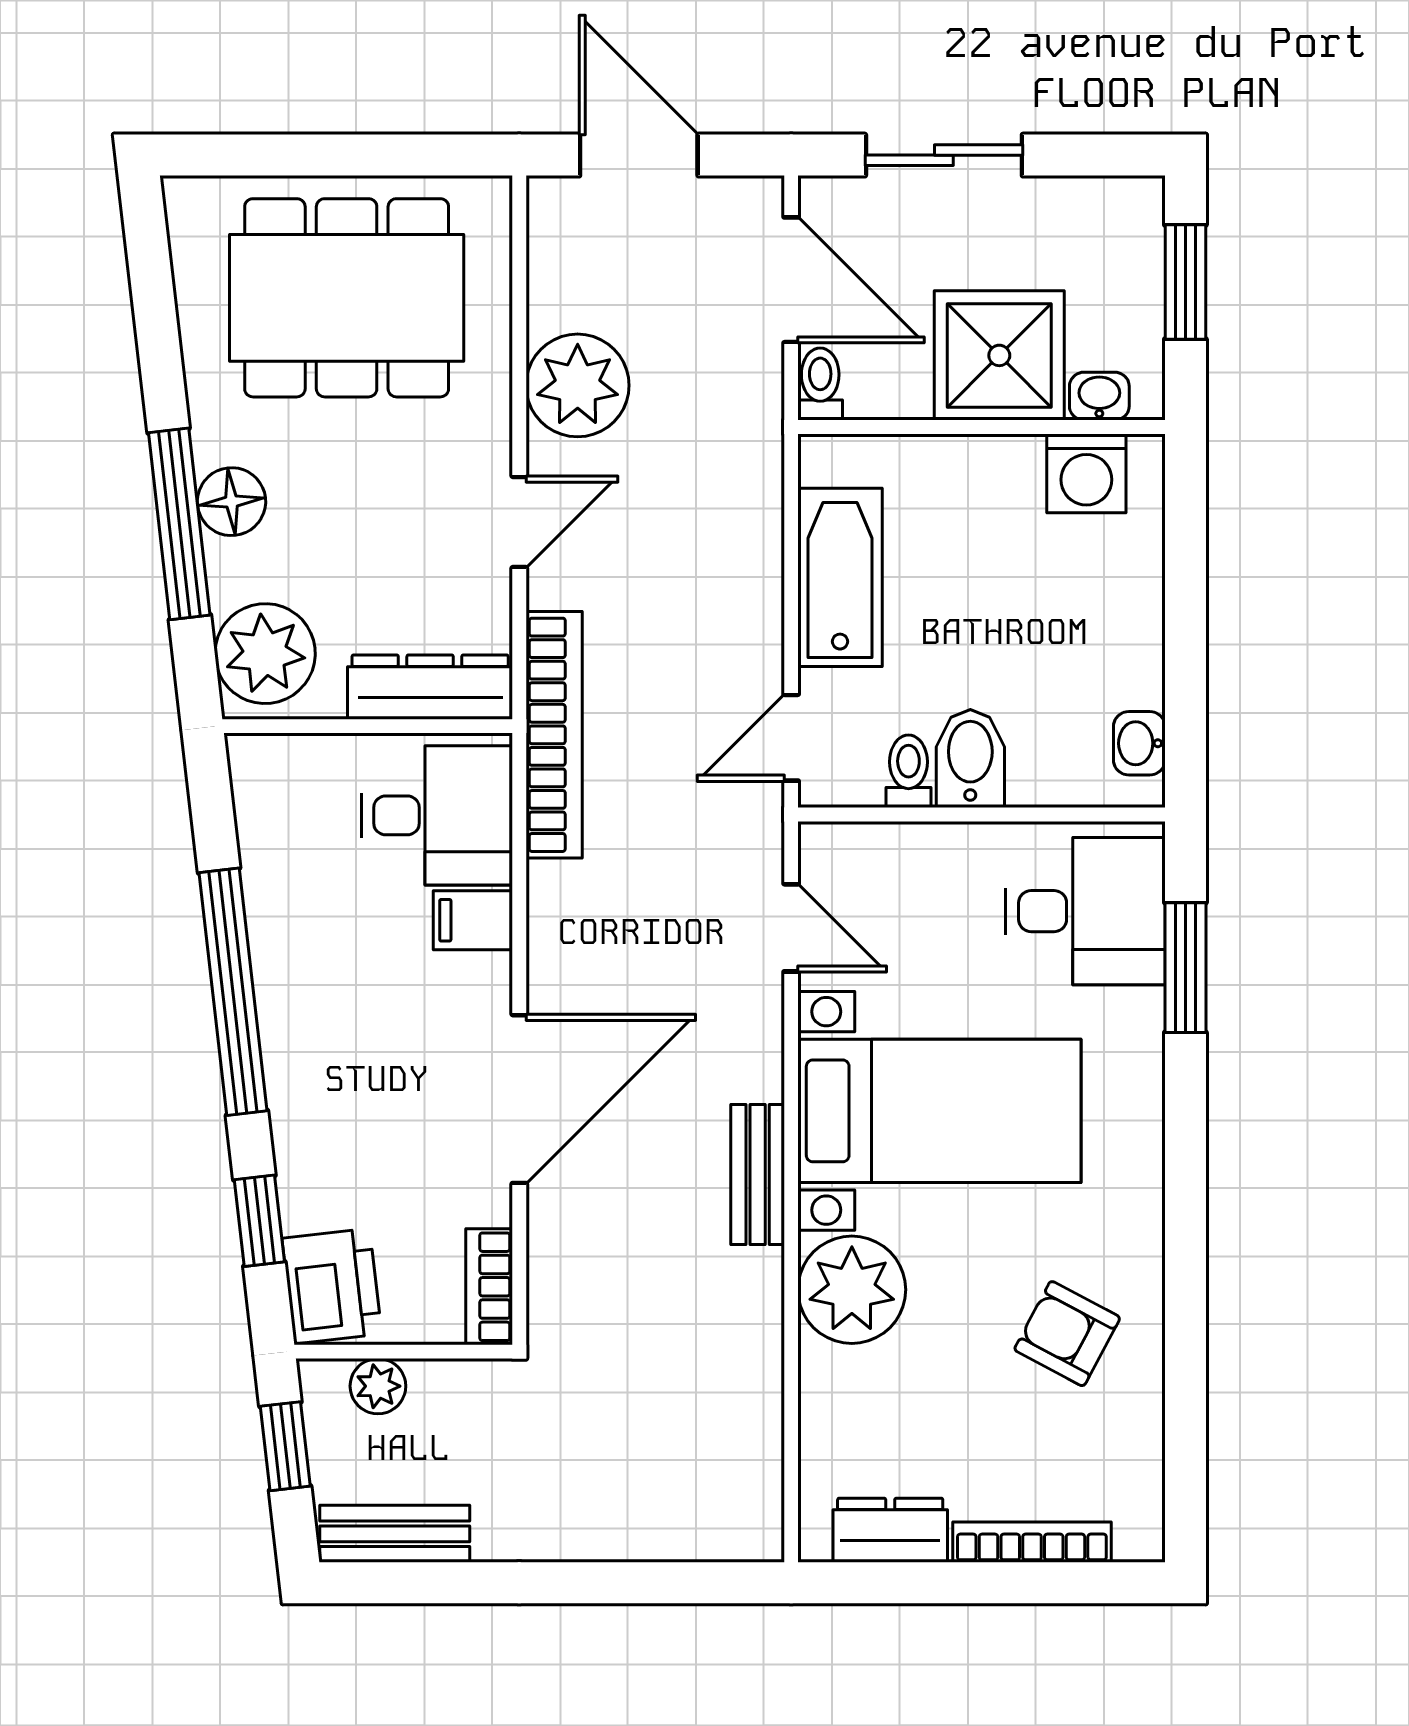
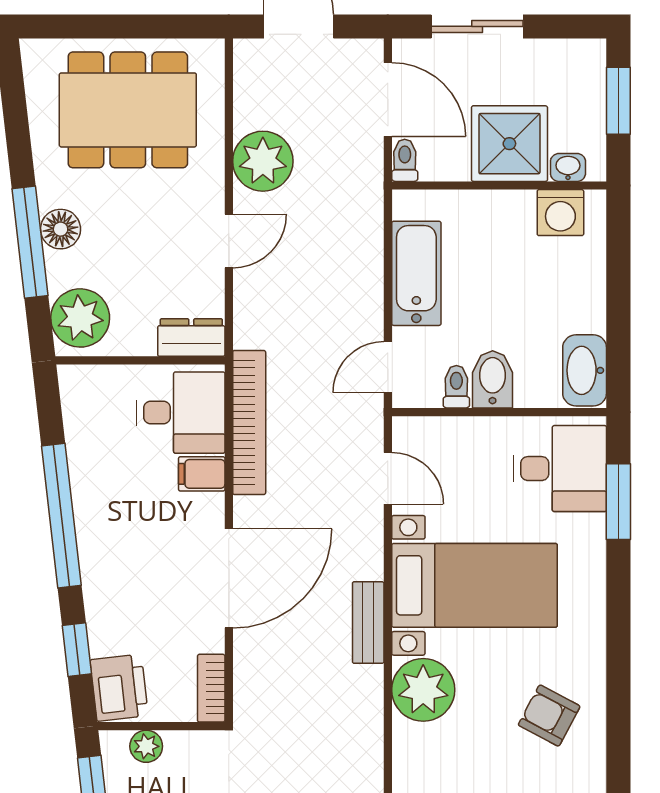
dresser: (430, 687) -> (191, 338), width x0.70
bookcase: (554, 735) -> (249, 423), moved
washbasin: (1139, 743) -> (585, 370), width x1.91, depth x1.45

